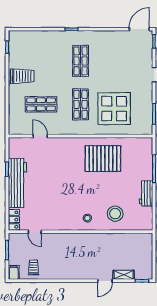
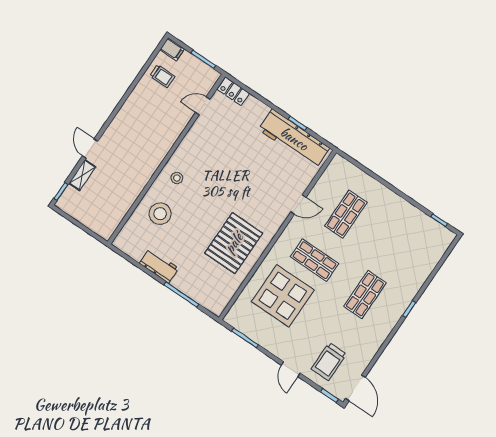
shop shelf: (81, 61) -> (365, 295), turned 90
trolley: (22, 76) -> (329, 362), moved
door: (40, 136) -> (298, 205), moved
workbench: (17, 183) -> (294, 139), moved

